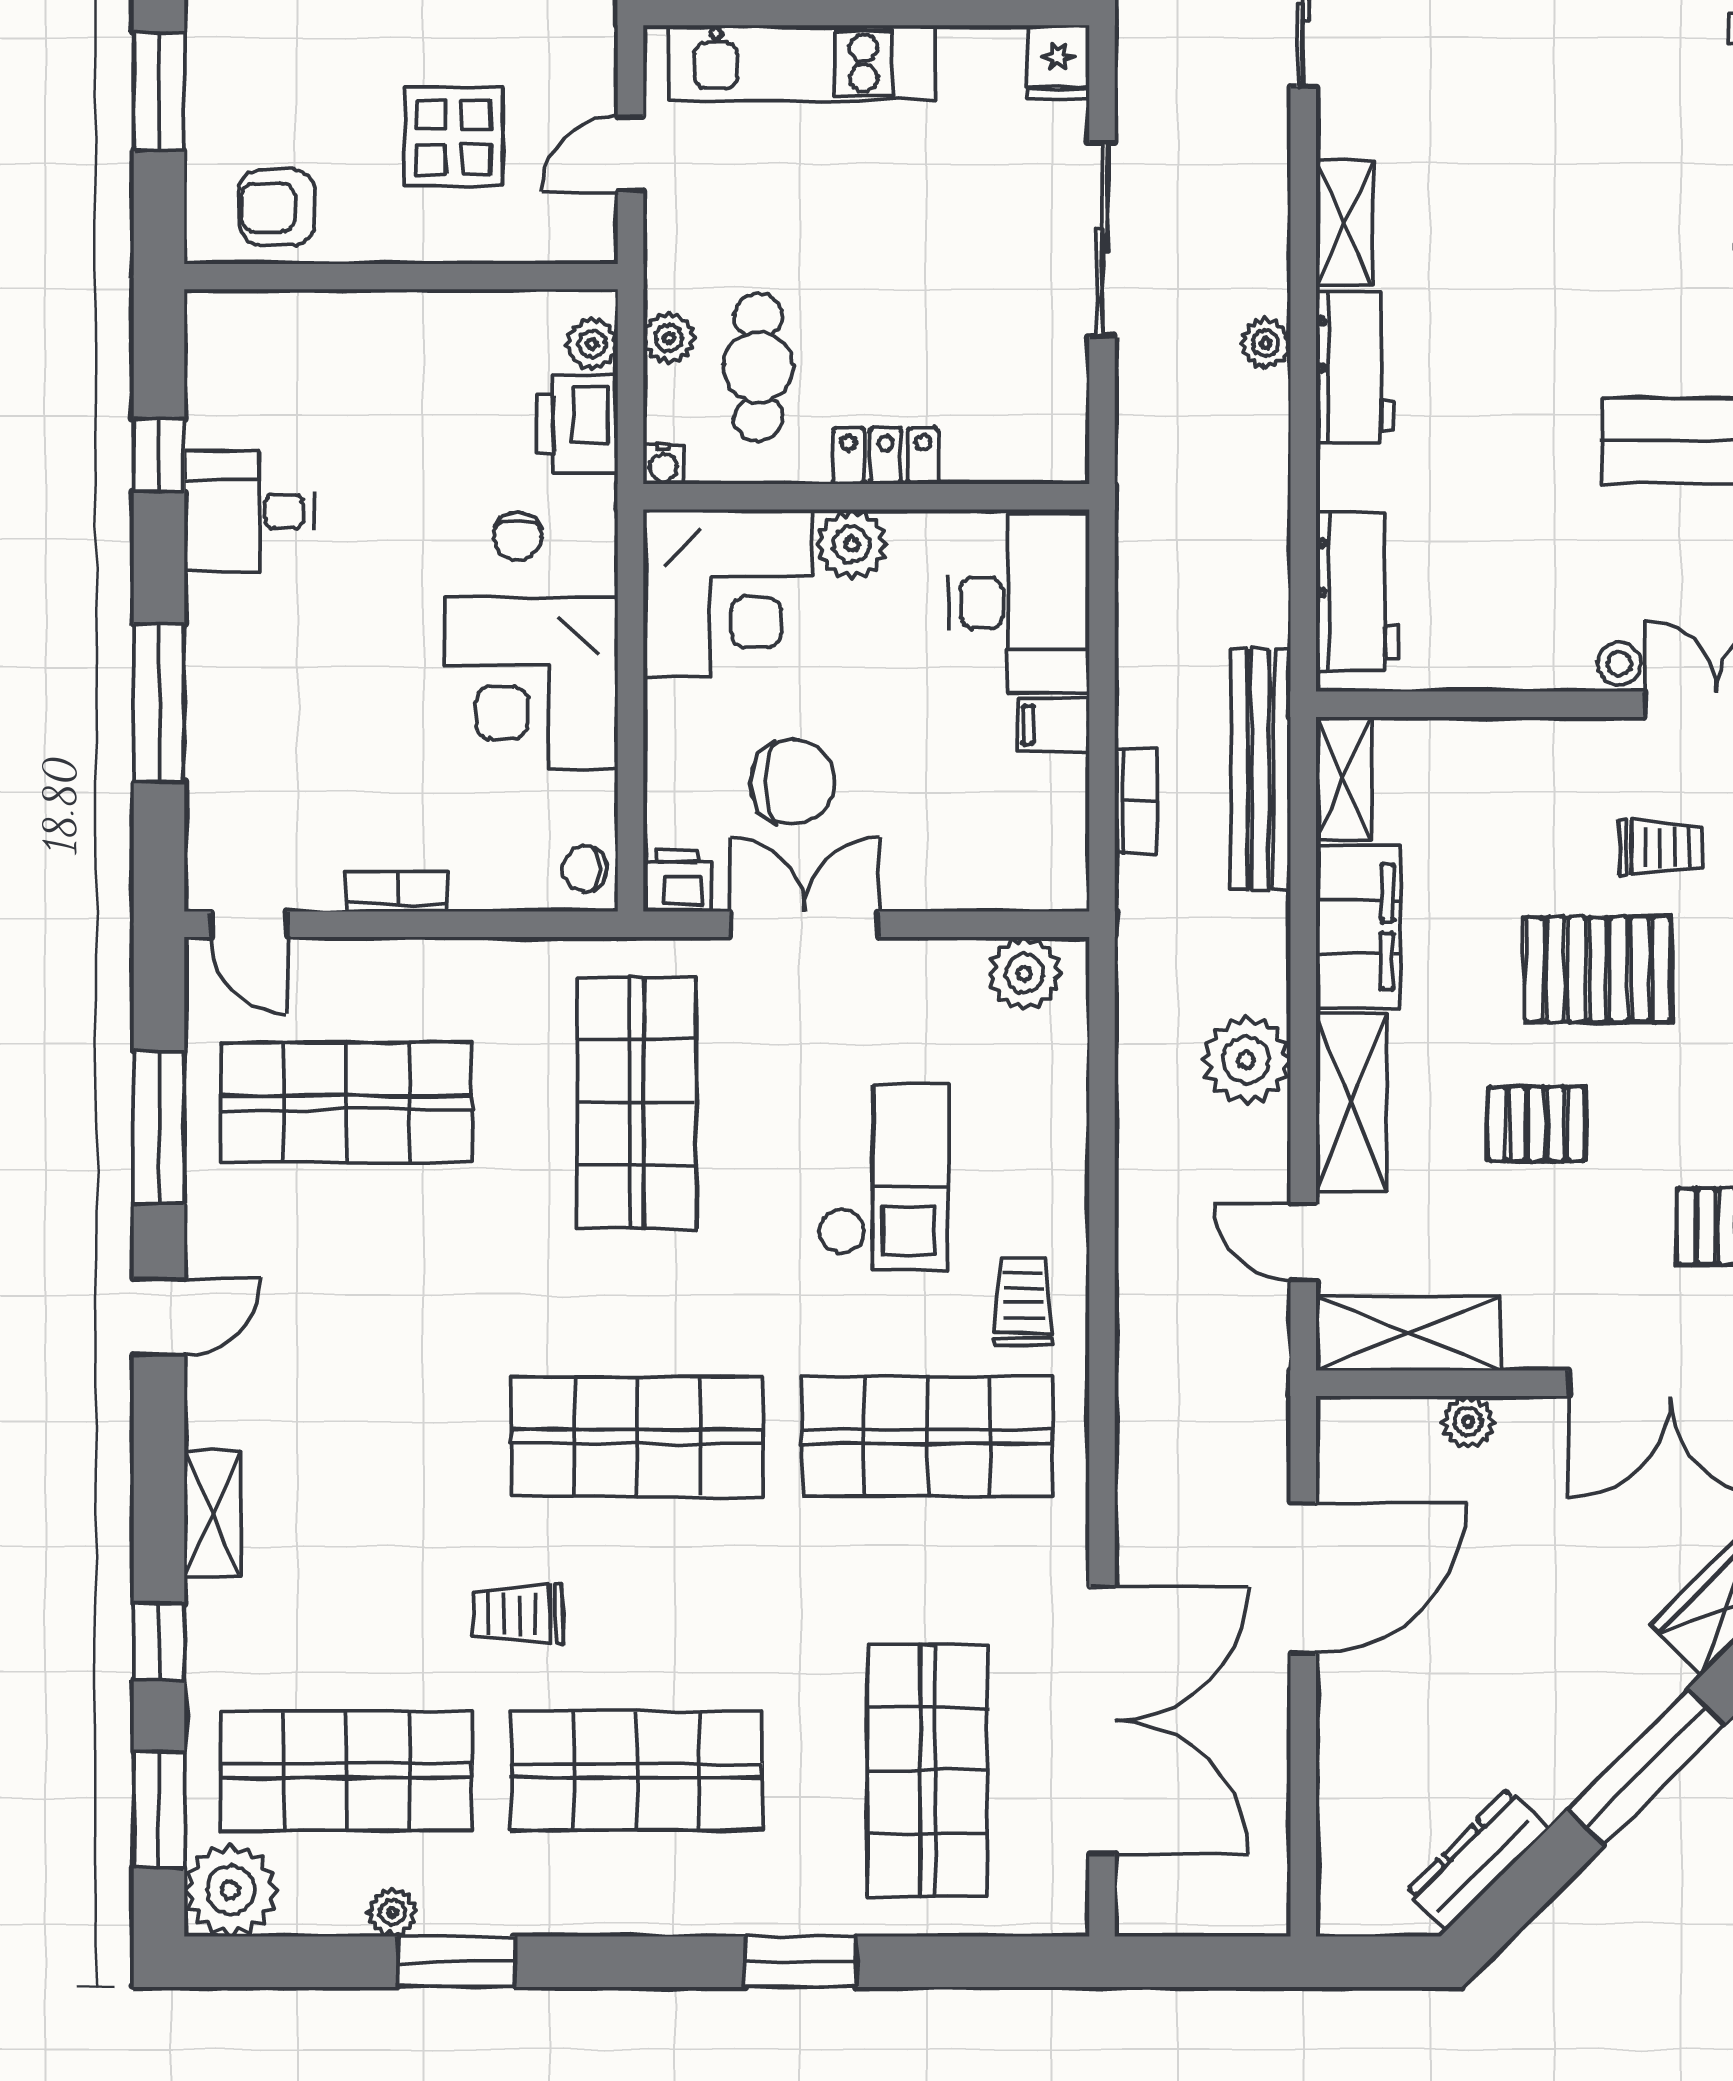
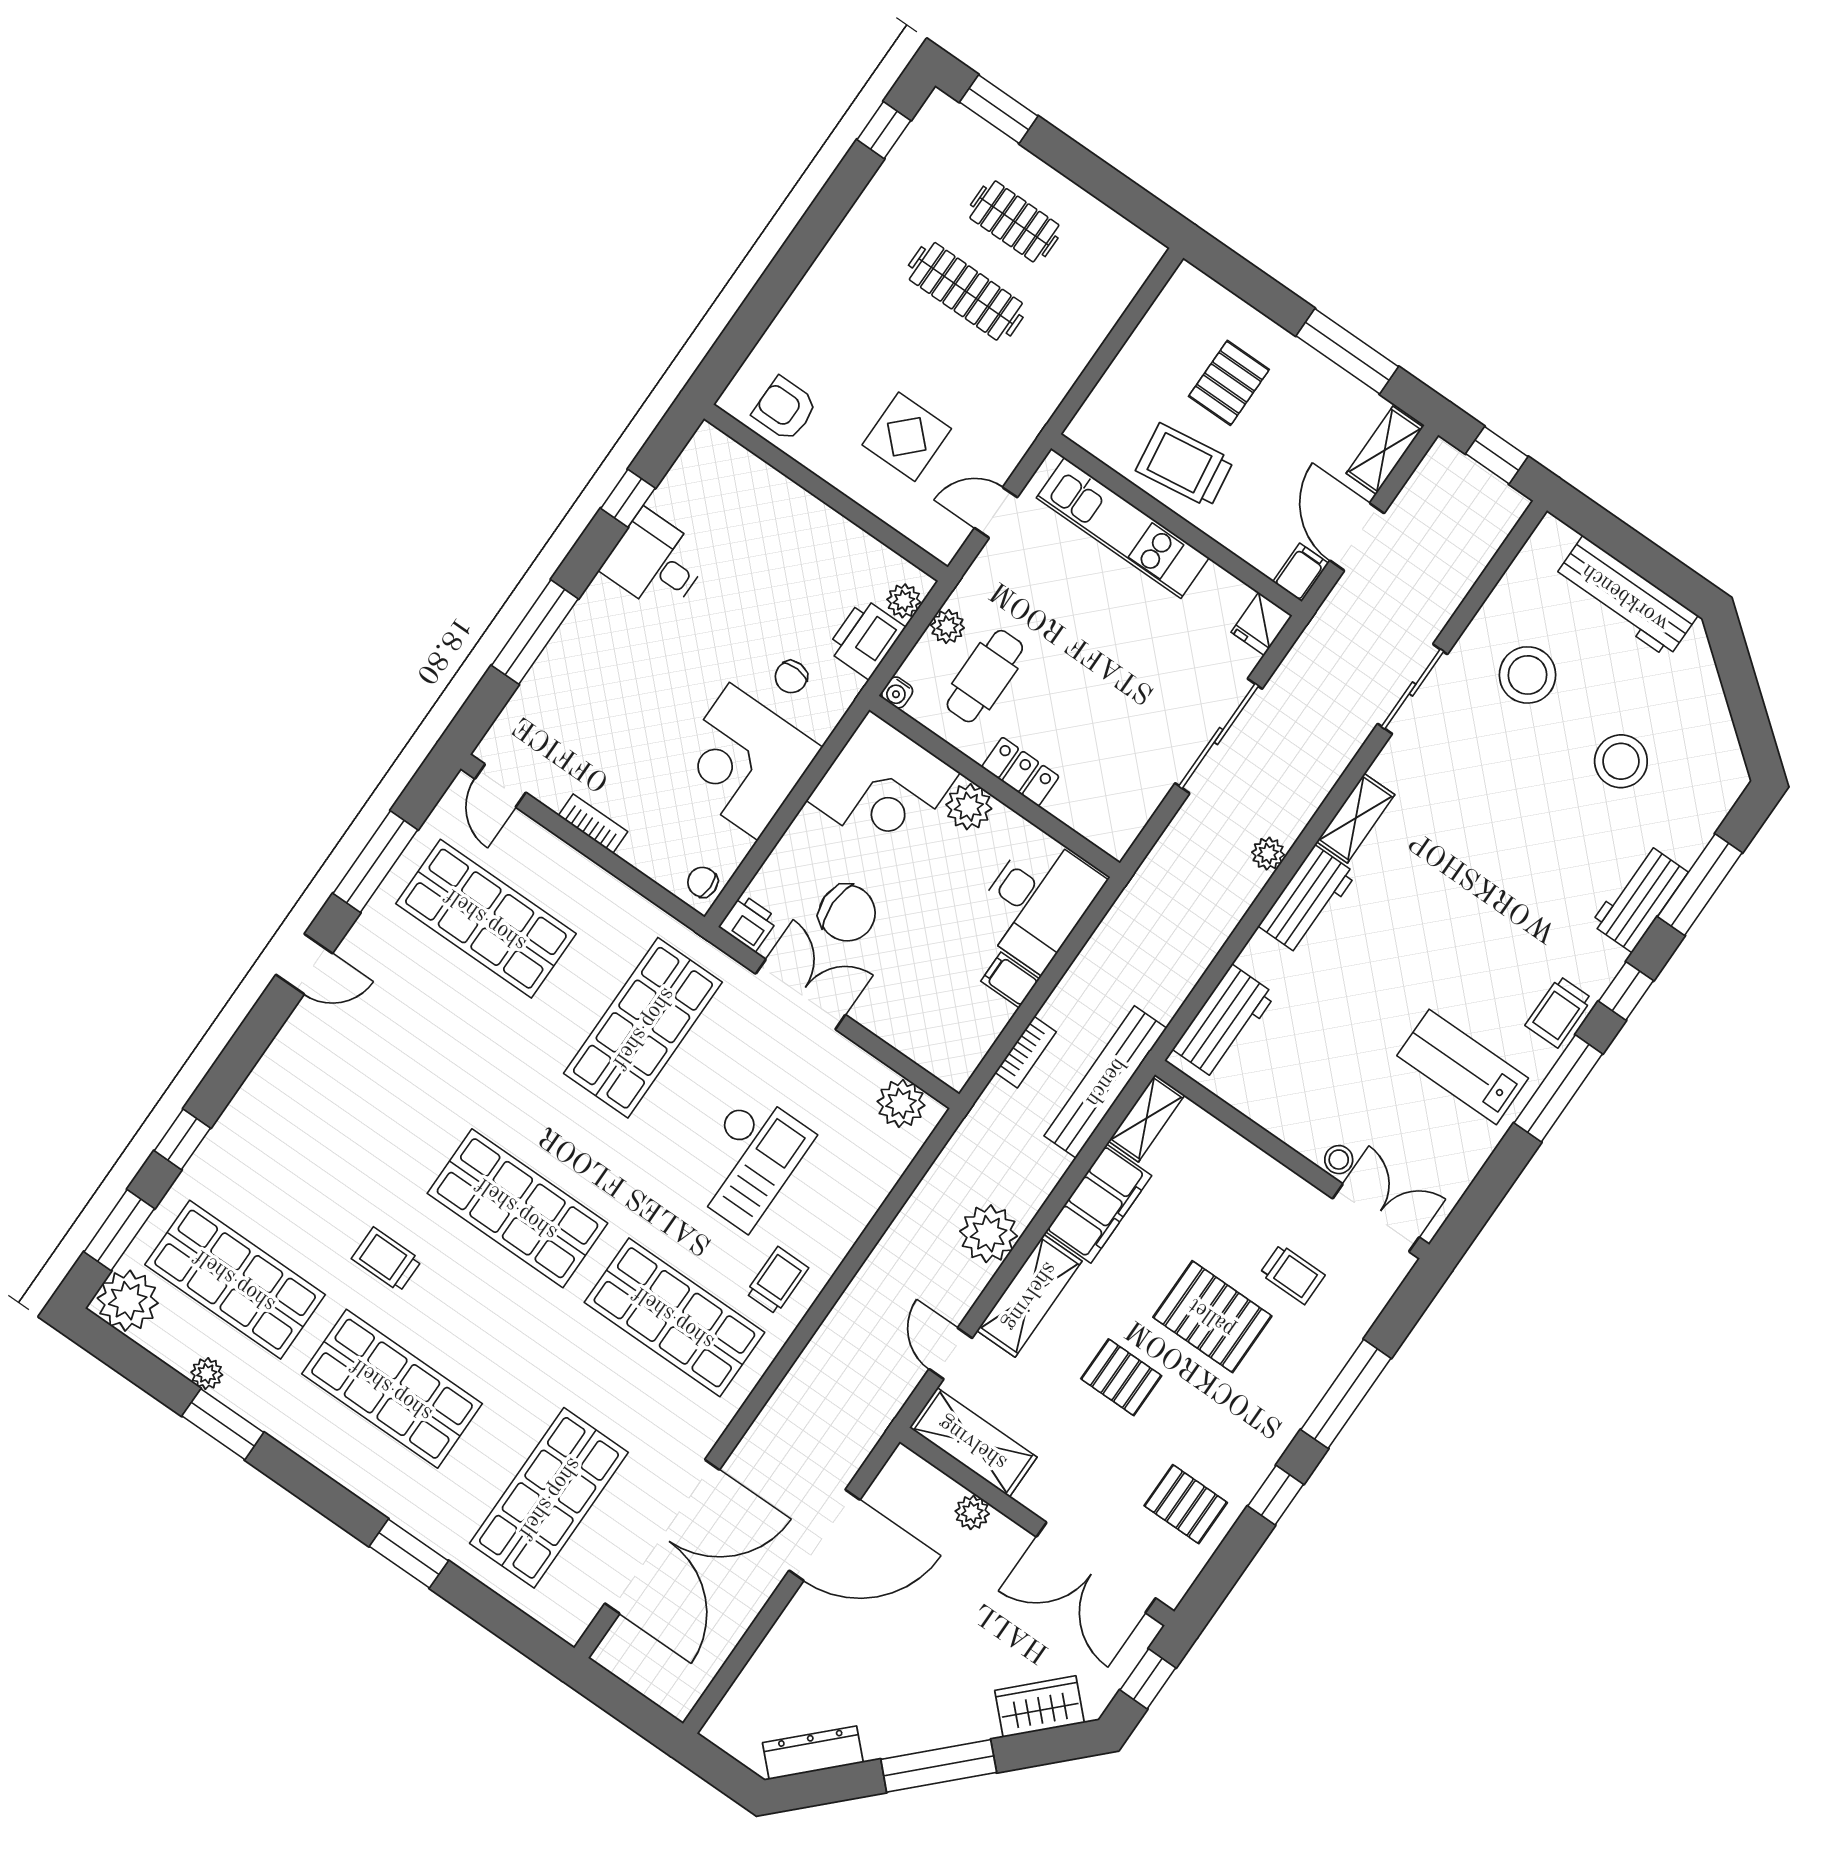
window: (159, 92) -> (764, 302), removed
shelving: (212, 1514) -> (259, 1090), removed

